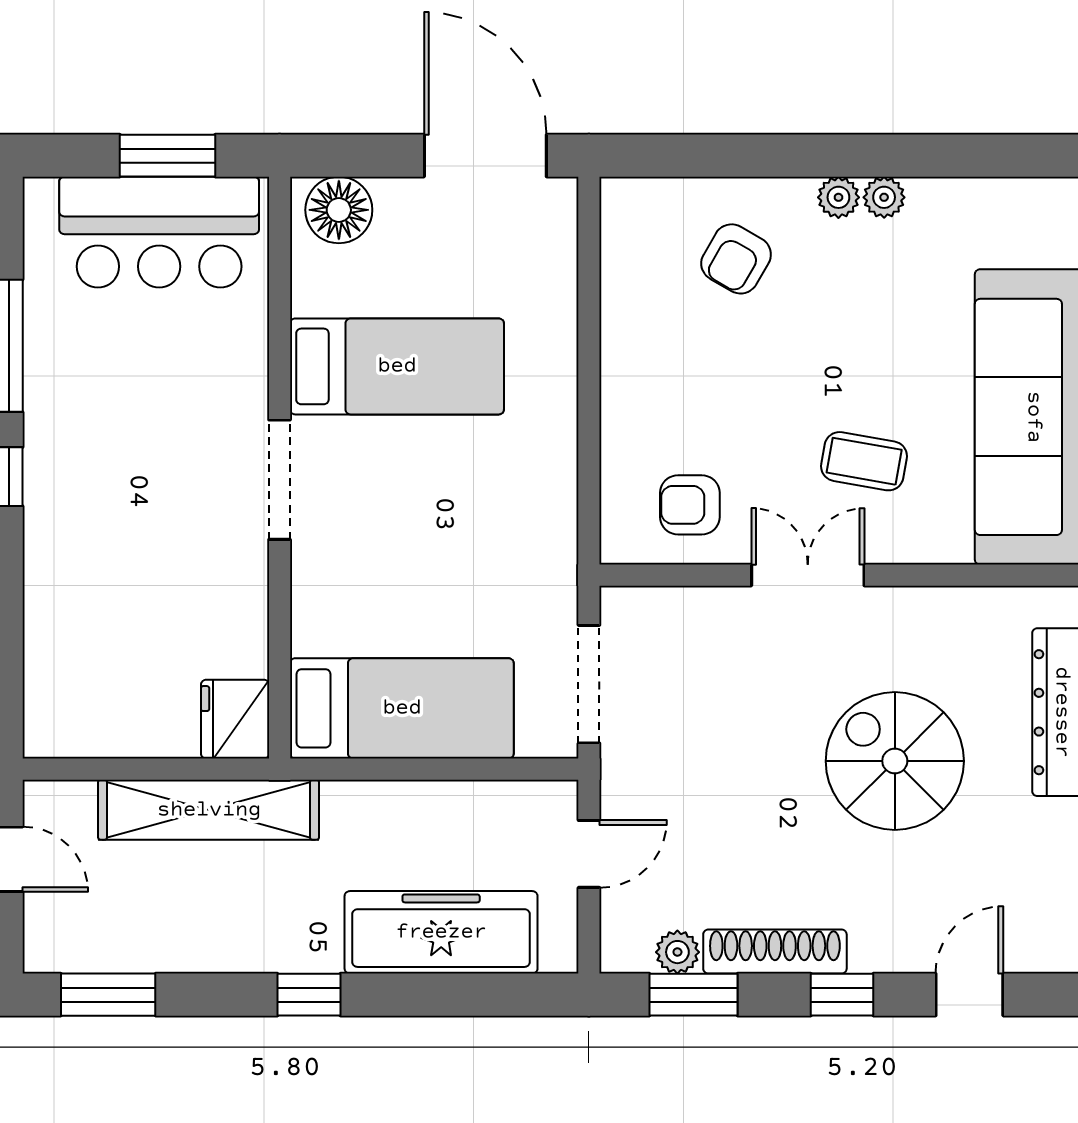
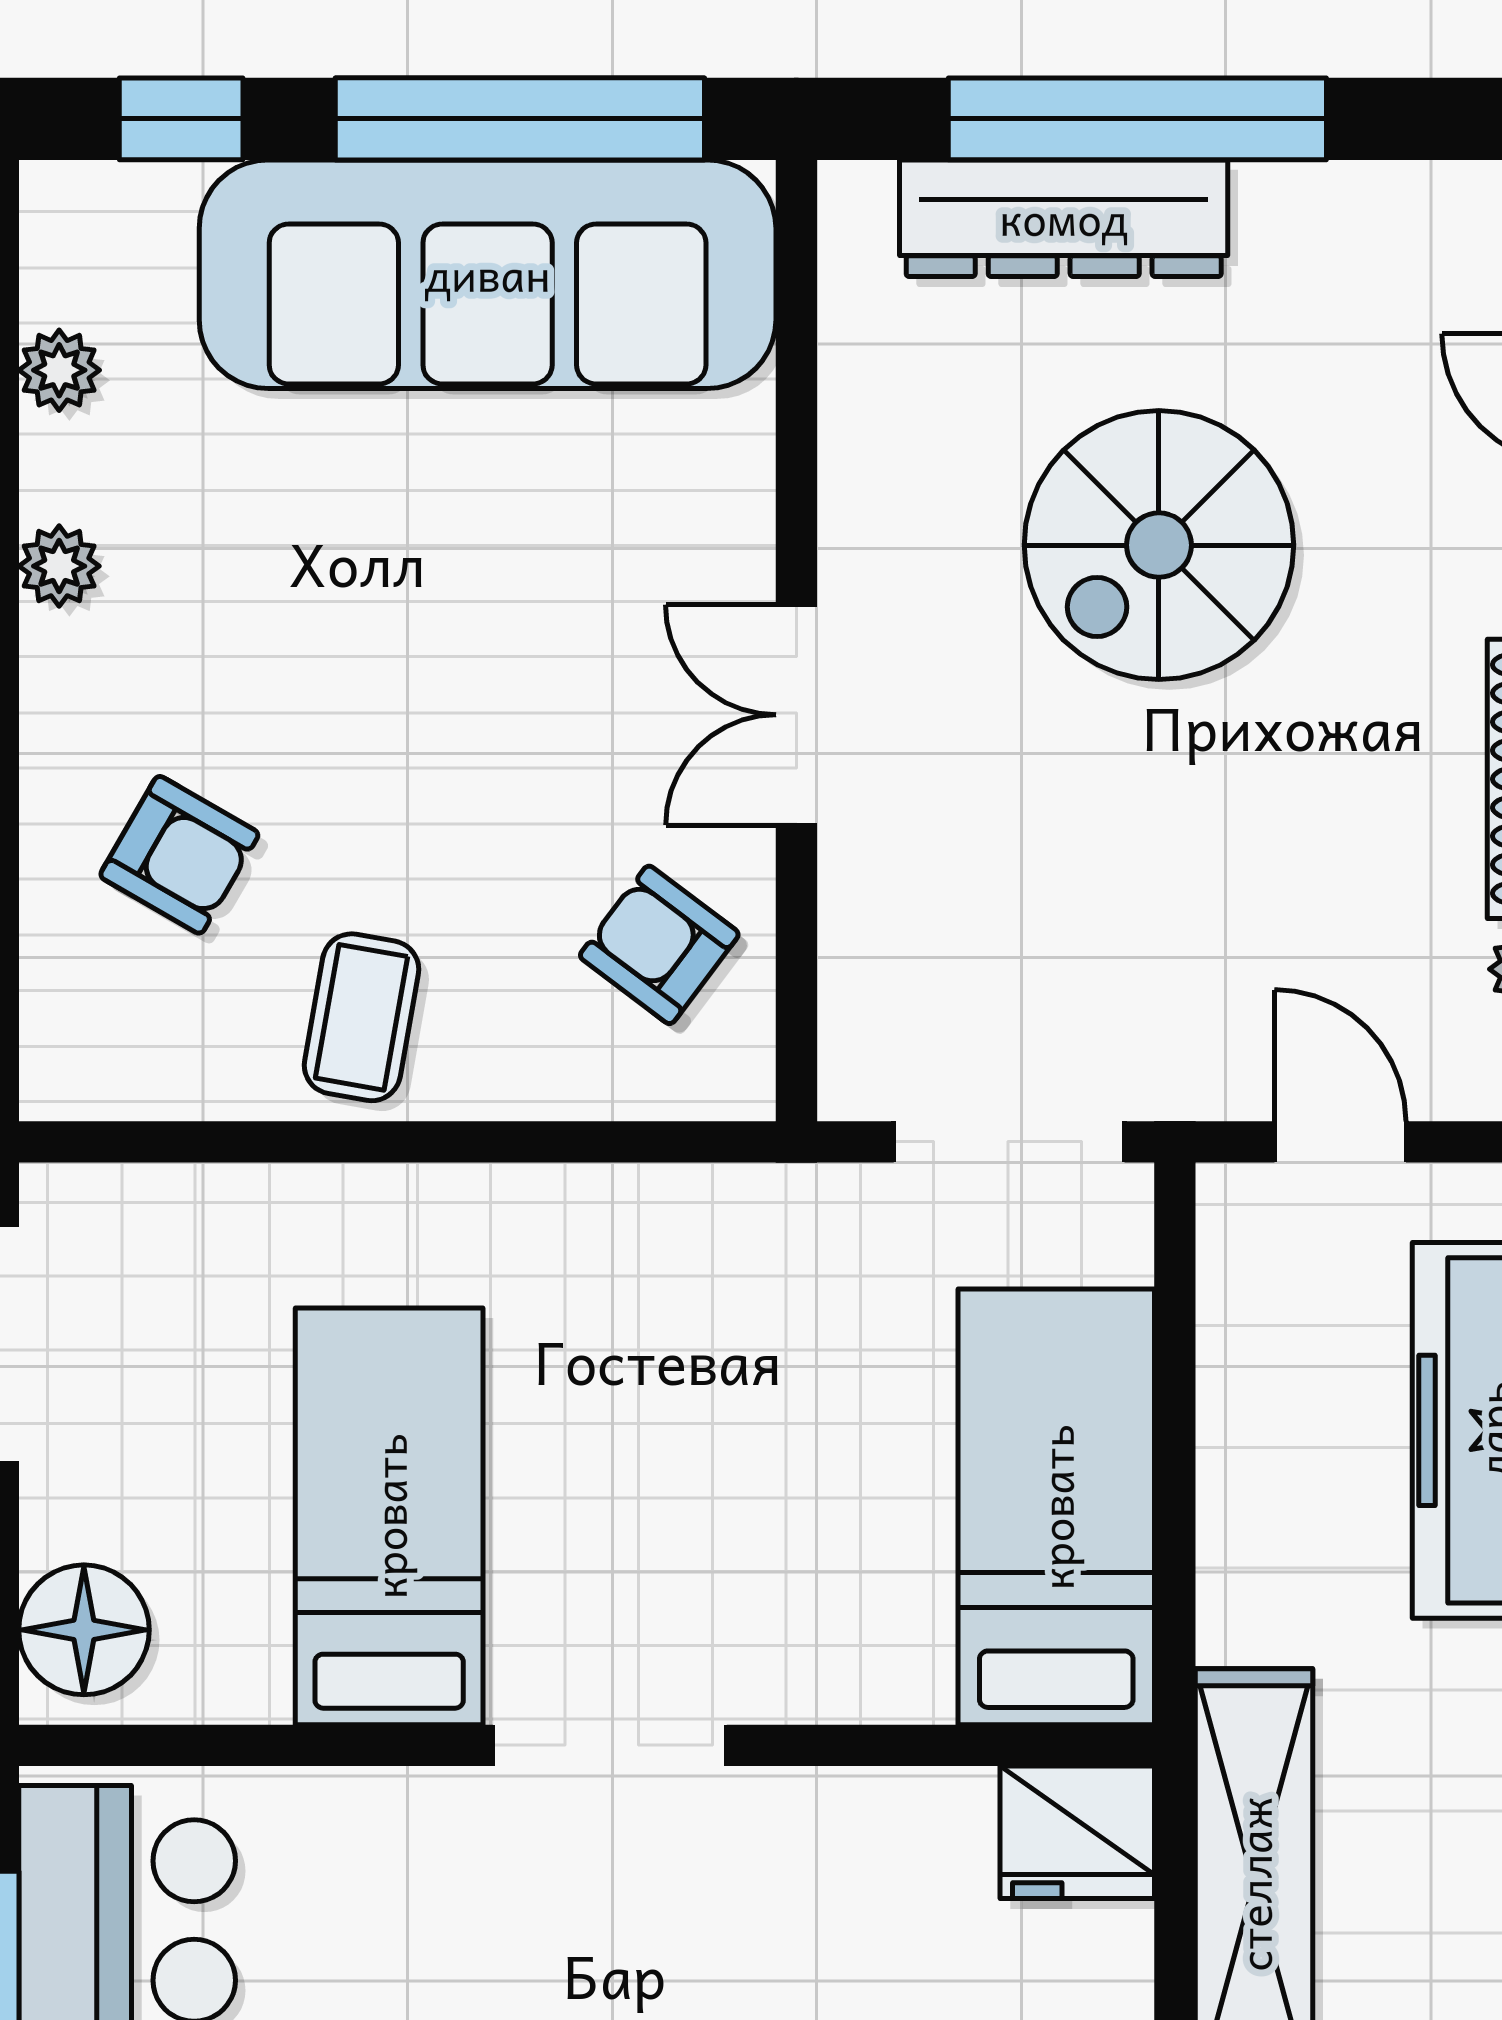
plant: (838, 197) -> (59, 370), moved
coffee table: (864, 461) -> (362, 1017), moved
armchair: (690, 505) -> (659, 945), turned 127

